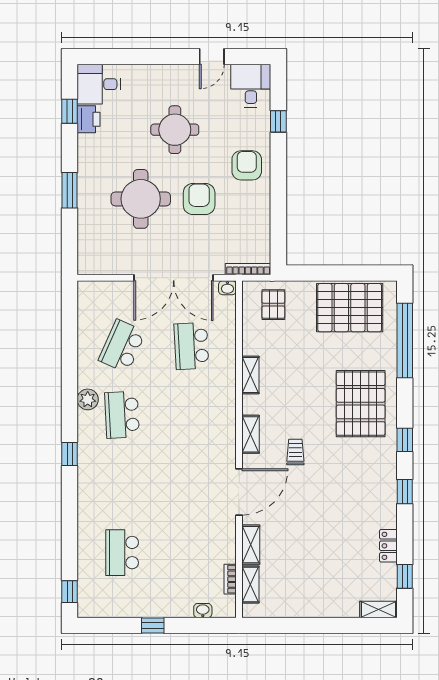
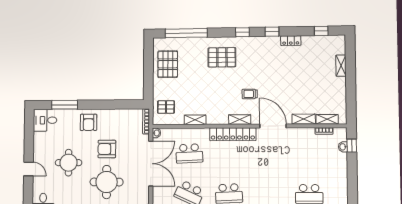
door: (212, 57) -> (29, 169), moved
window: (278, 121) -> (65, 105), width x2.17
armchair: (247, 165) -> (89, 122), turned -90
pallet: (350, 308) -> (168, 64), width x0.73, depth x0.71
shelving: (250, 375) -> (195, 120), moved
pallet: (361, 404) -> (222, 57), width x0.73, depth x0.71
locker: (225, 422) -> (233, 134), added
locker: (388, 546) -> (291, 41), moved
shelving: (378, 609) -> (341, 66), moved
window: (153, 625) -> (352, 146), moved

